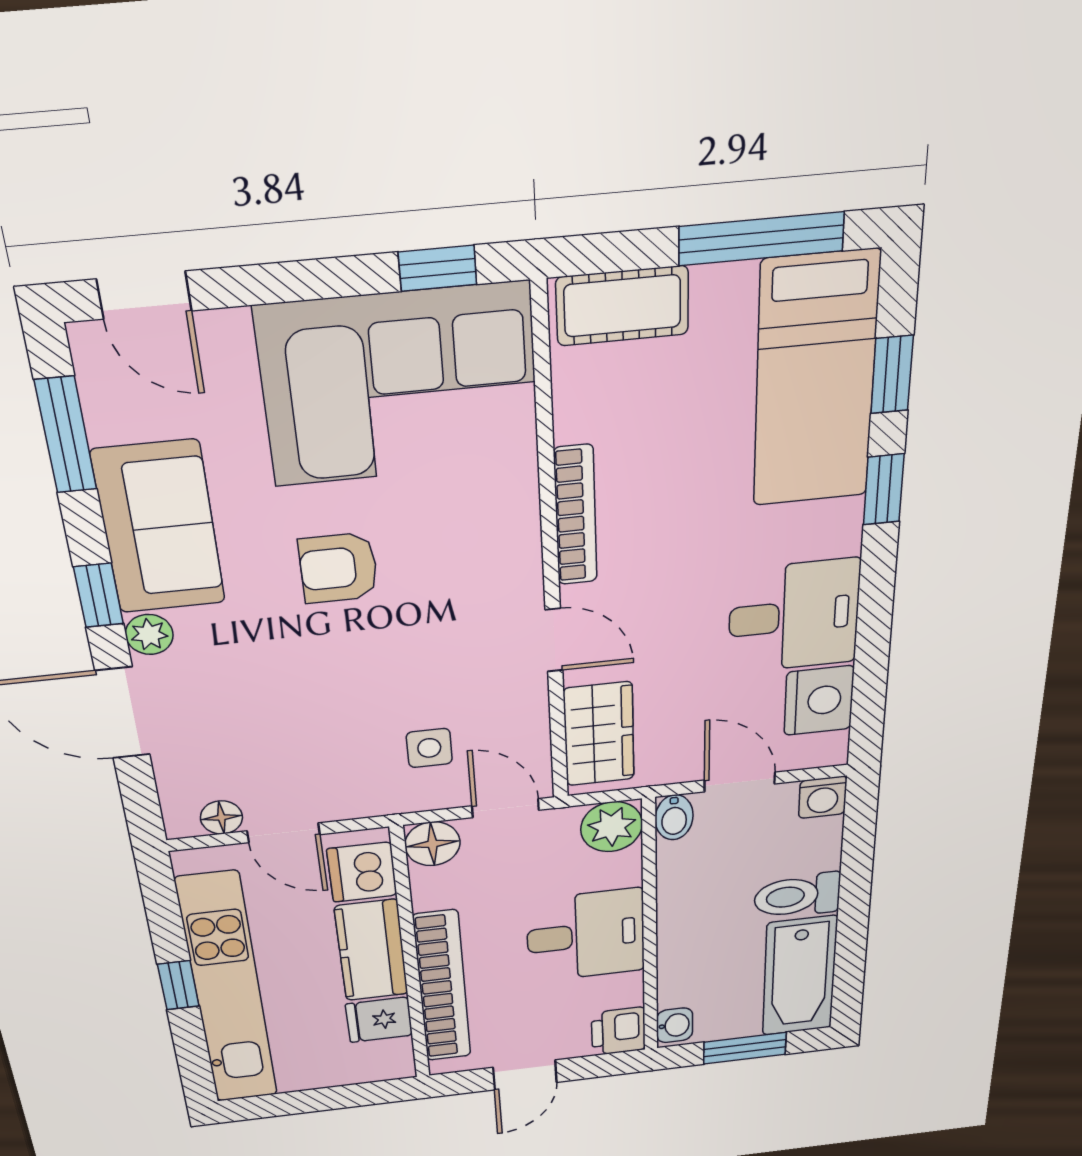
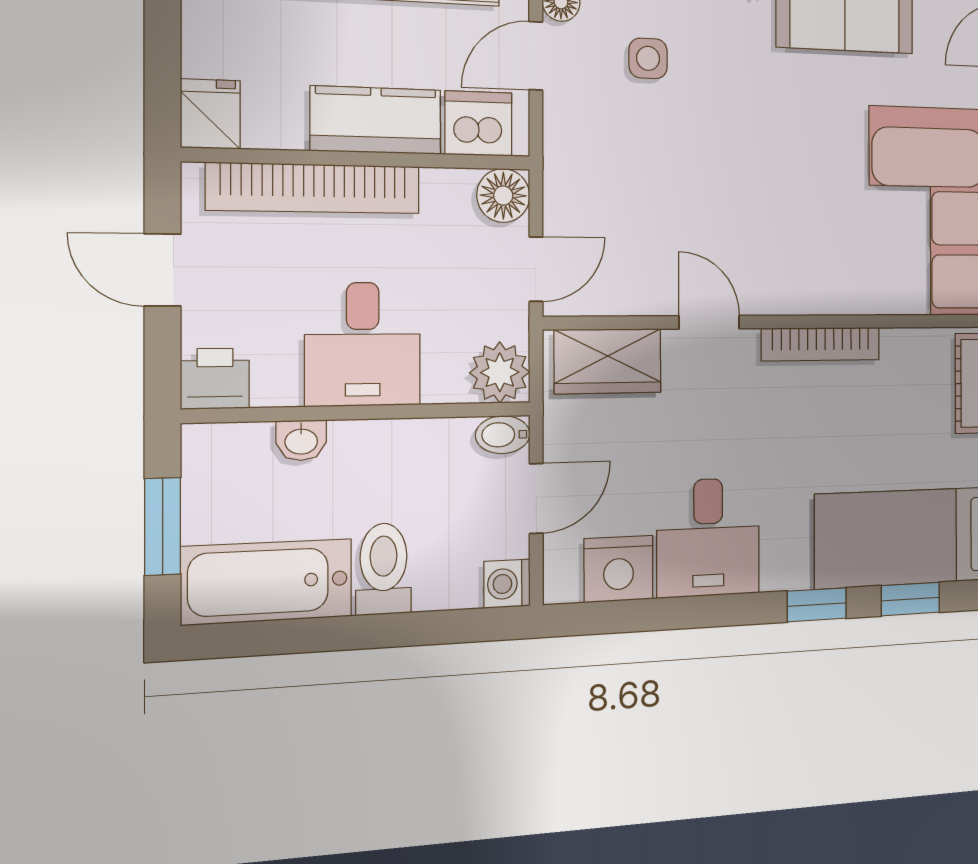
armchair: (338, 568) -> (796, 145), removed
door: (554, 640) -> (709, 322), swing flipped
side table: (429, 748) -> (648, 58), moved
fridge: (379, 1020) -> (210, 114), moved
washbasin: (675, 1025) -> (301, 440), moved

